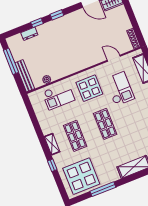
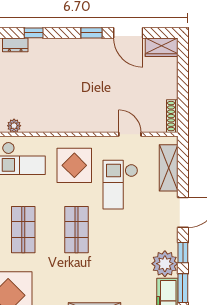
window: (57, 15) -> (92, 33), moved
checkout: (120, 89) -> (120, 185), turned 180

